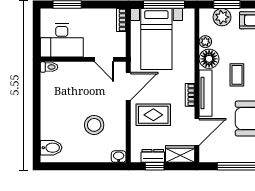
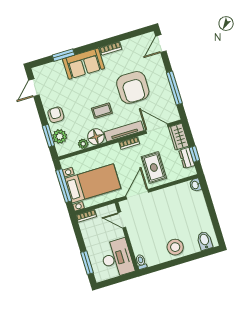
door: (104, 59) -> (122, 220), swing flipped
door: (128, 86) -> (137, 194), hinge flipped
stool: (94, 125) -> (175, 247), moved

